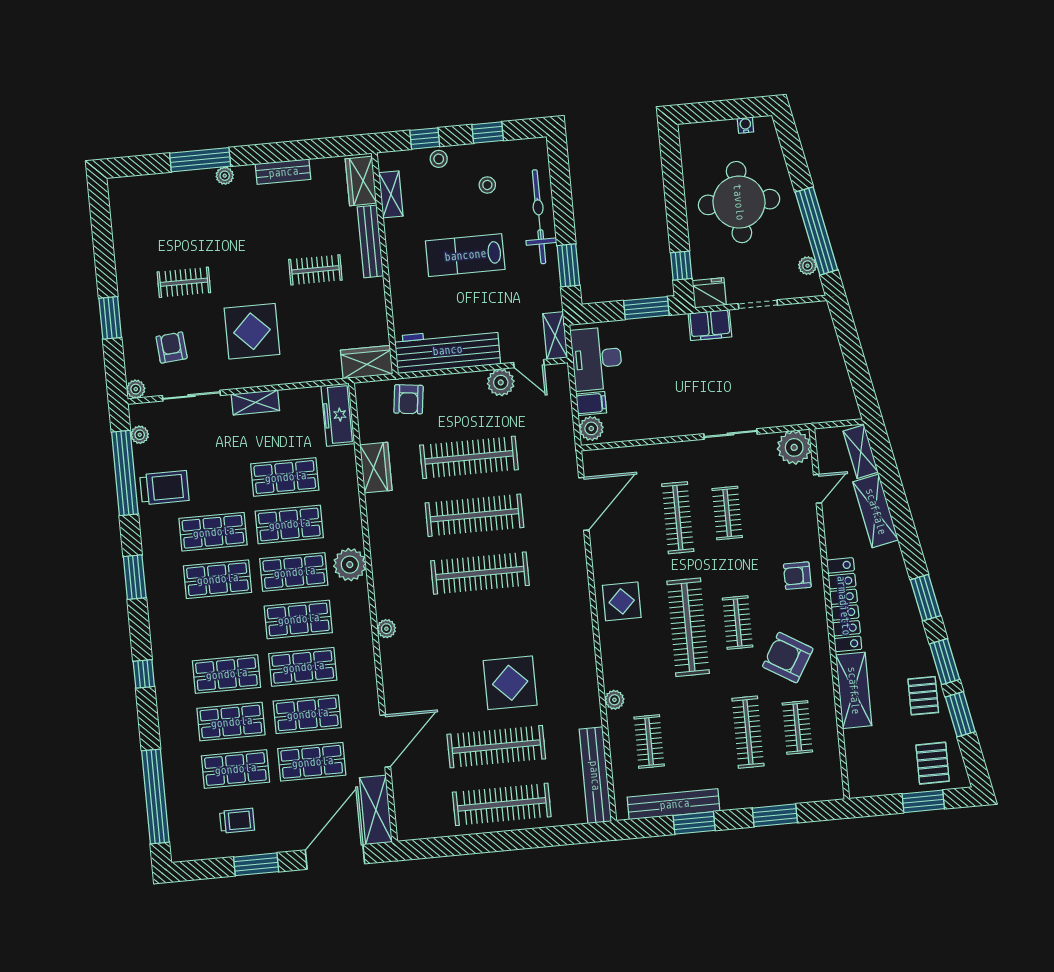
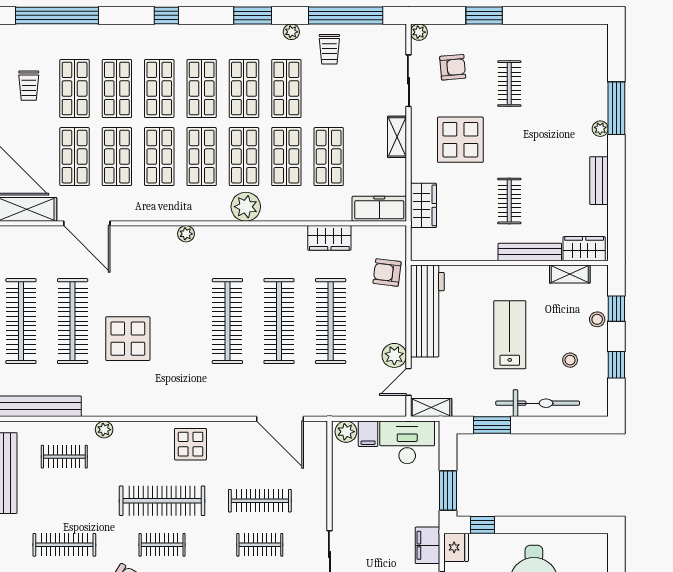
wardrobe: (367, 362) -> (423, 205), moved
plant: (140, 435) -> (291, 32), moved
trolley: (164, 488) -> (329, 49), width x0.73, depth x0.72
shop shelf: (222, 627) -> (202, 89), added

